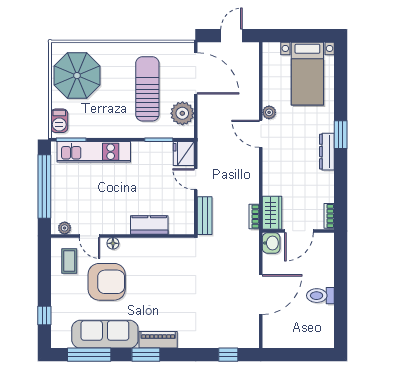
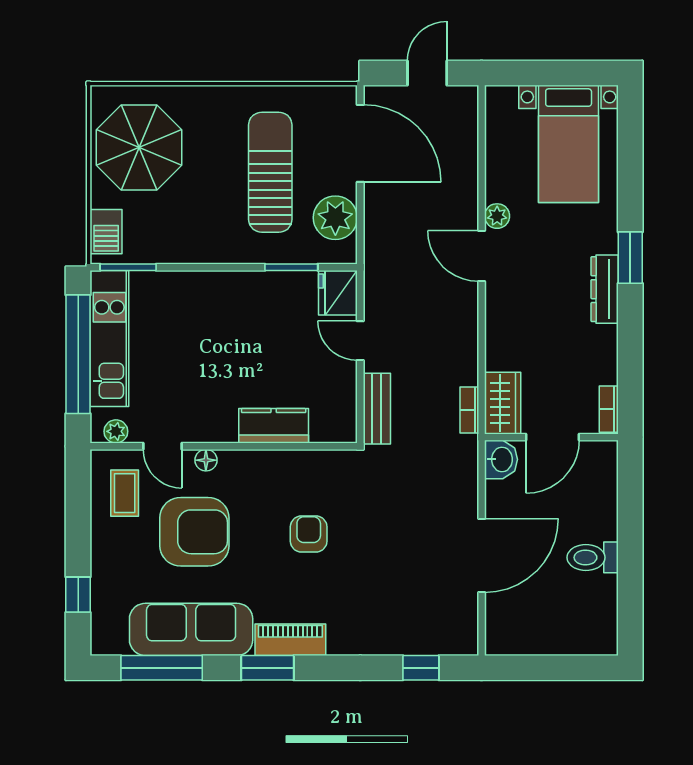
kitchen unit: (94, 152) -> (109, 339), moved, turned -90
armchair: (168, 283) -> (309, 534), added

